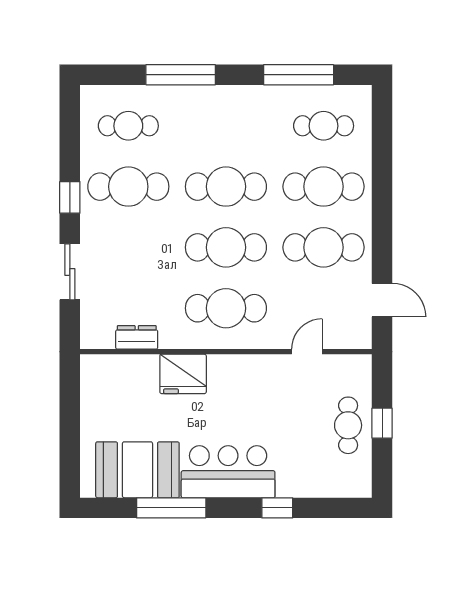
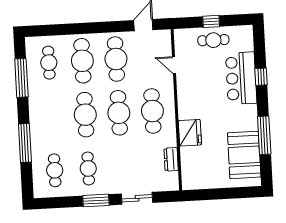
cafe table: (128, 187) -> (88, 168), width x0.73, depth x0.74
window: (70, 197) -> (96, 200), width x1.50
bar counter: (228, 472) -> (241, 78), moved

